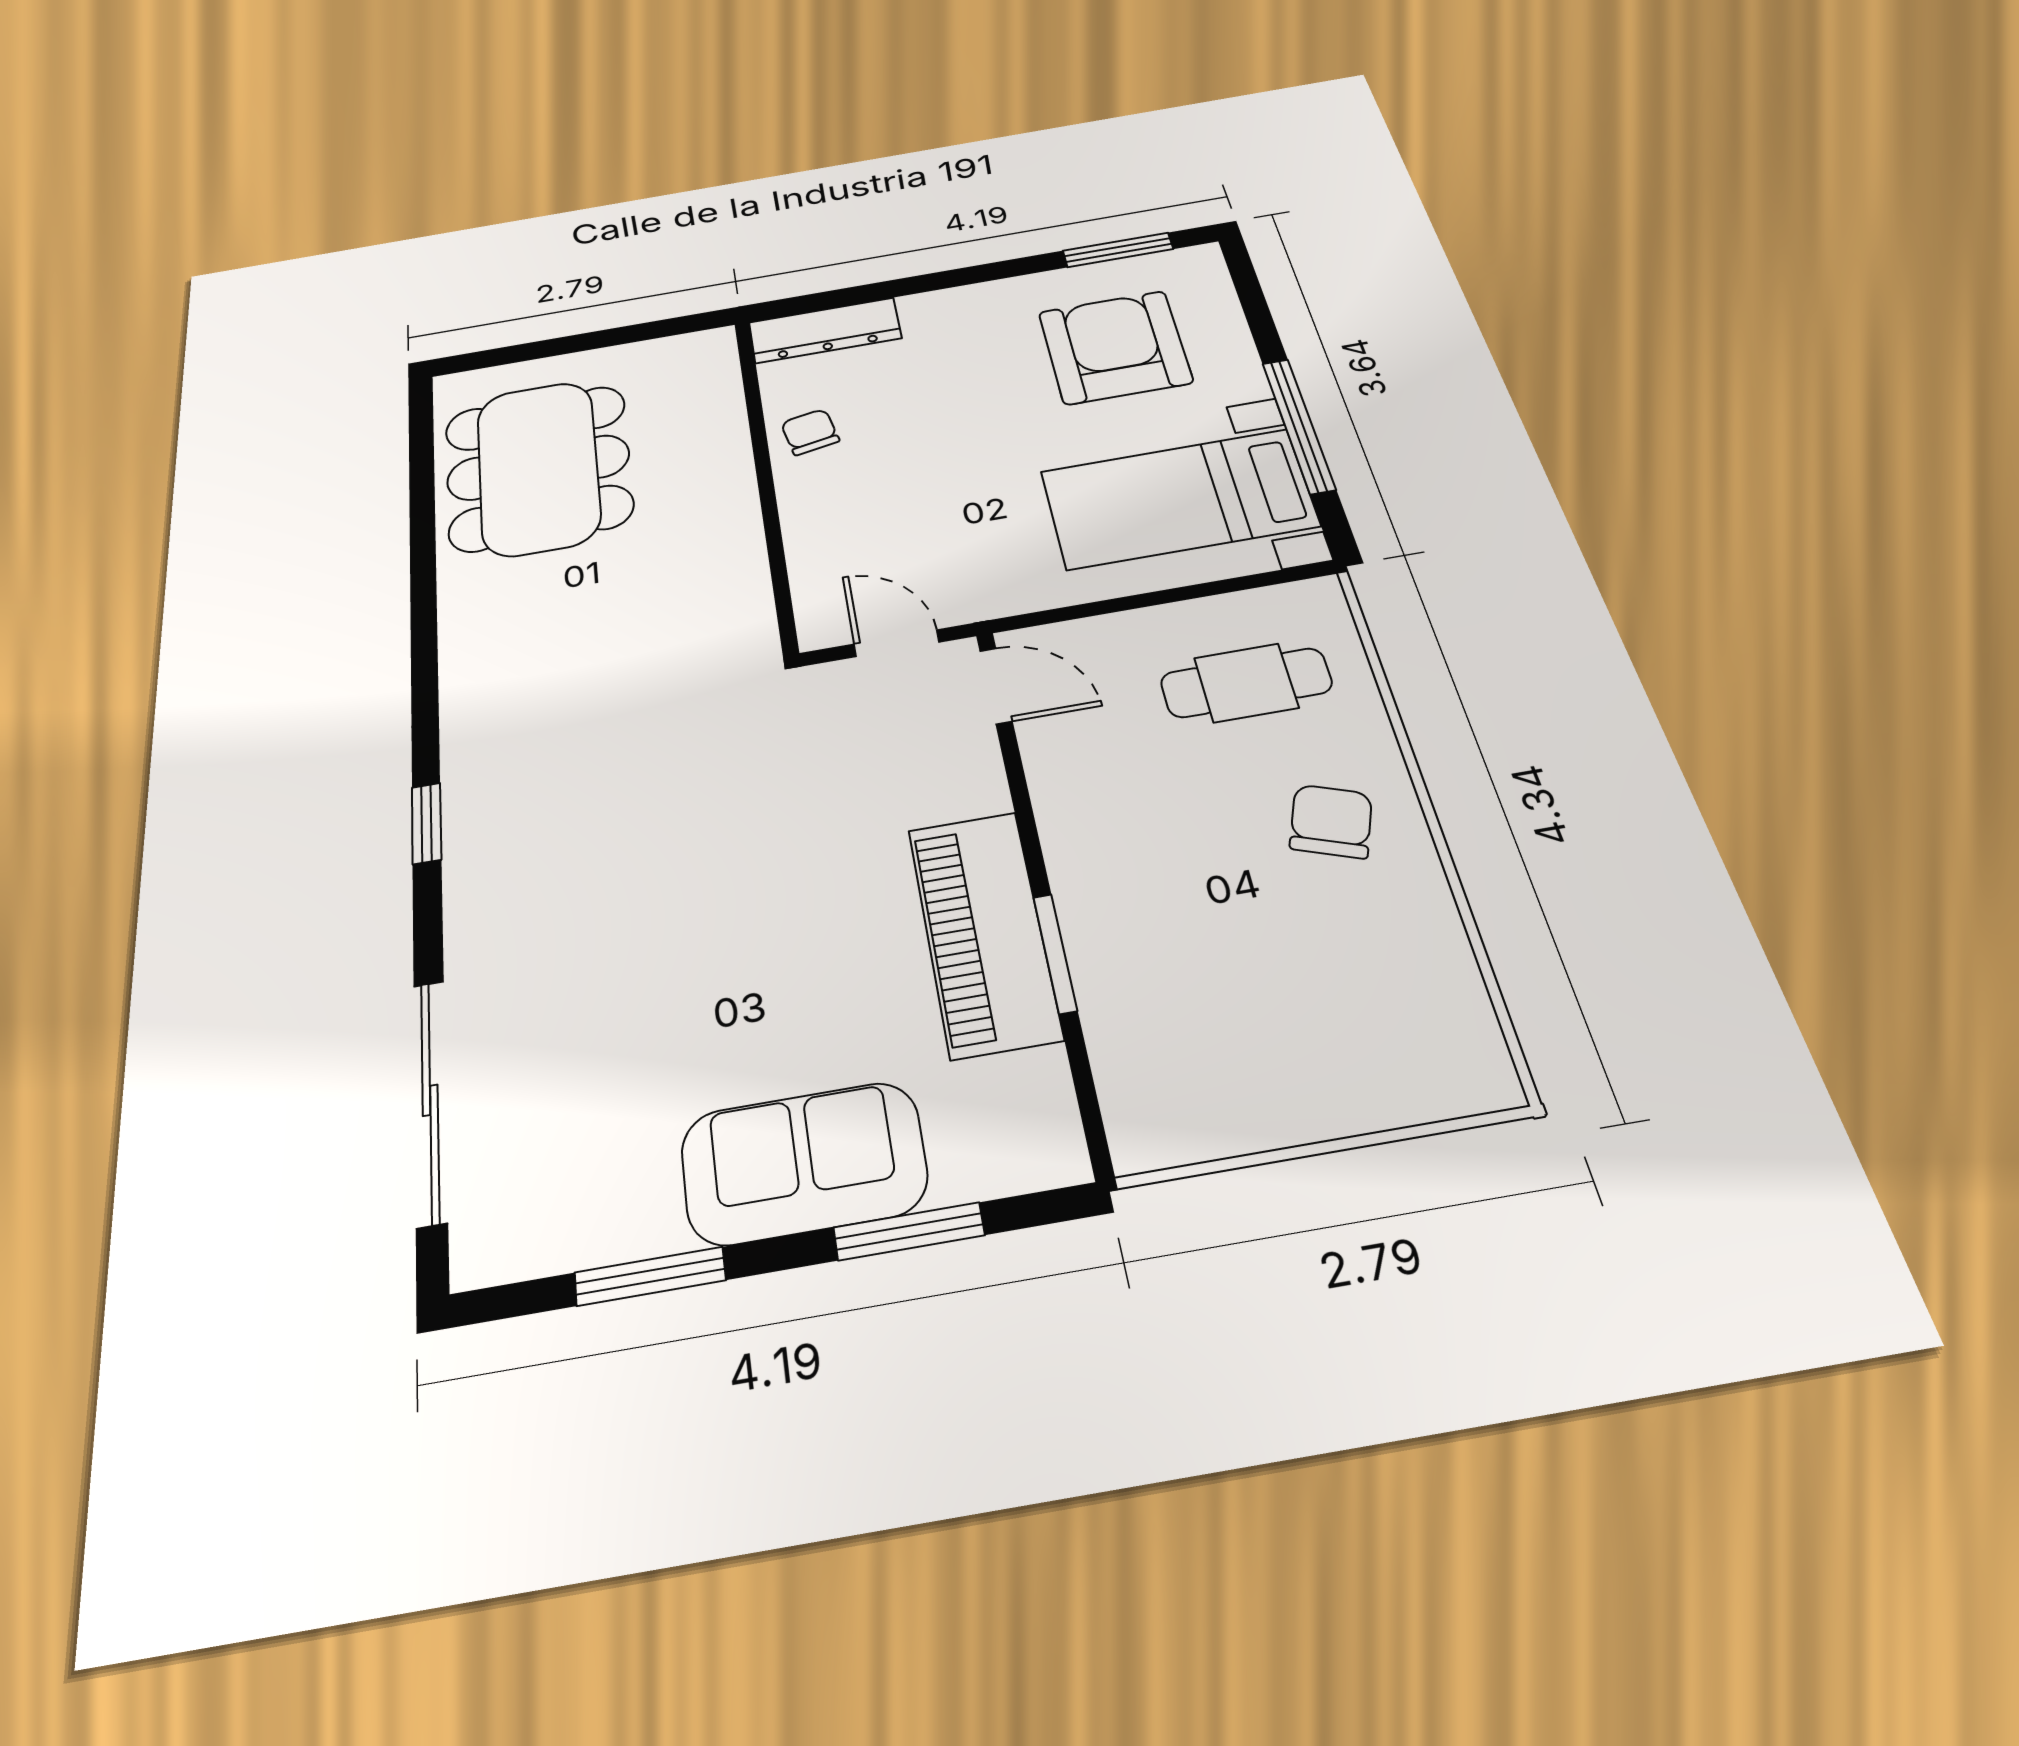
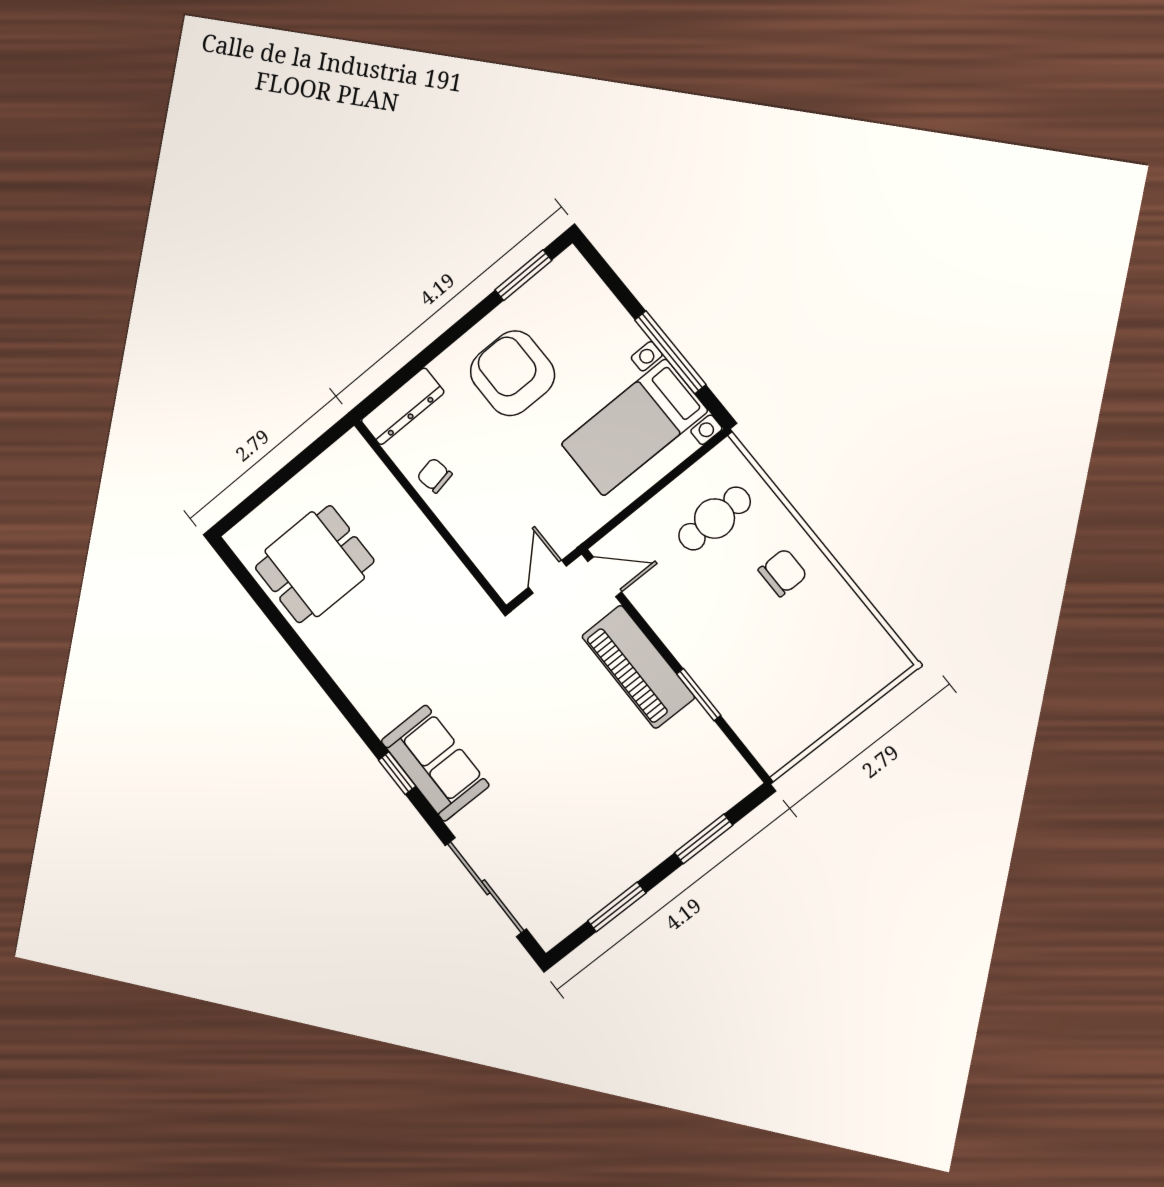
armchair: (1115, 347) -> (512, 373), moved
dining table: (538, 468) -> (315, 564), width x0.73
door: (897, 643) -> (547, 577), hinge flipped
chair: (1331, 821) -> (783, 573), turned 70
piano: (984, 932) -> (638, 667), moved
sofa: (804, 1163) -> (435, 763), moved, turned 90

